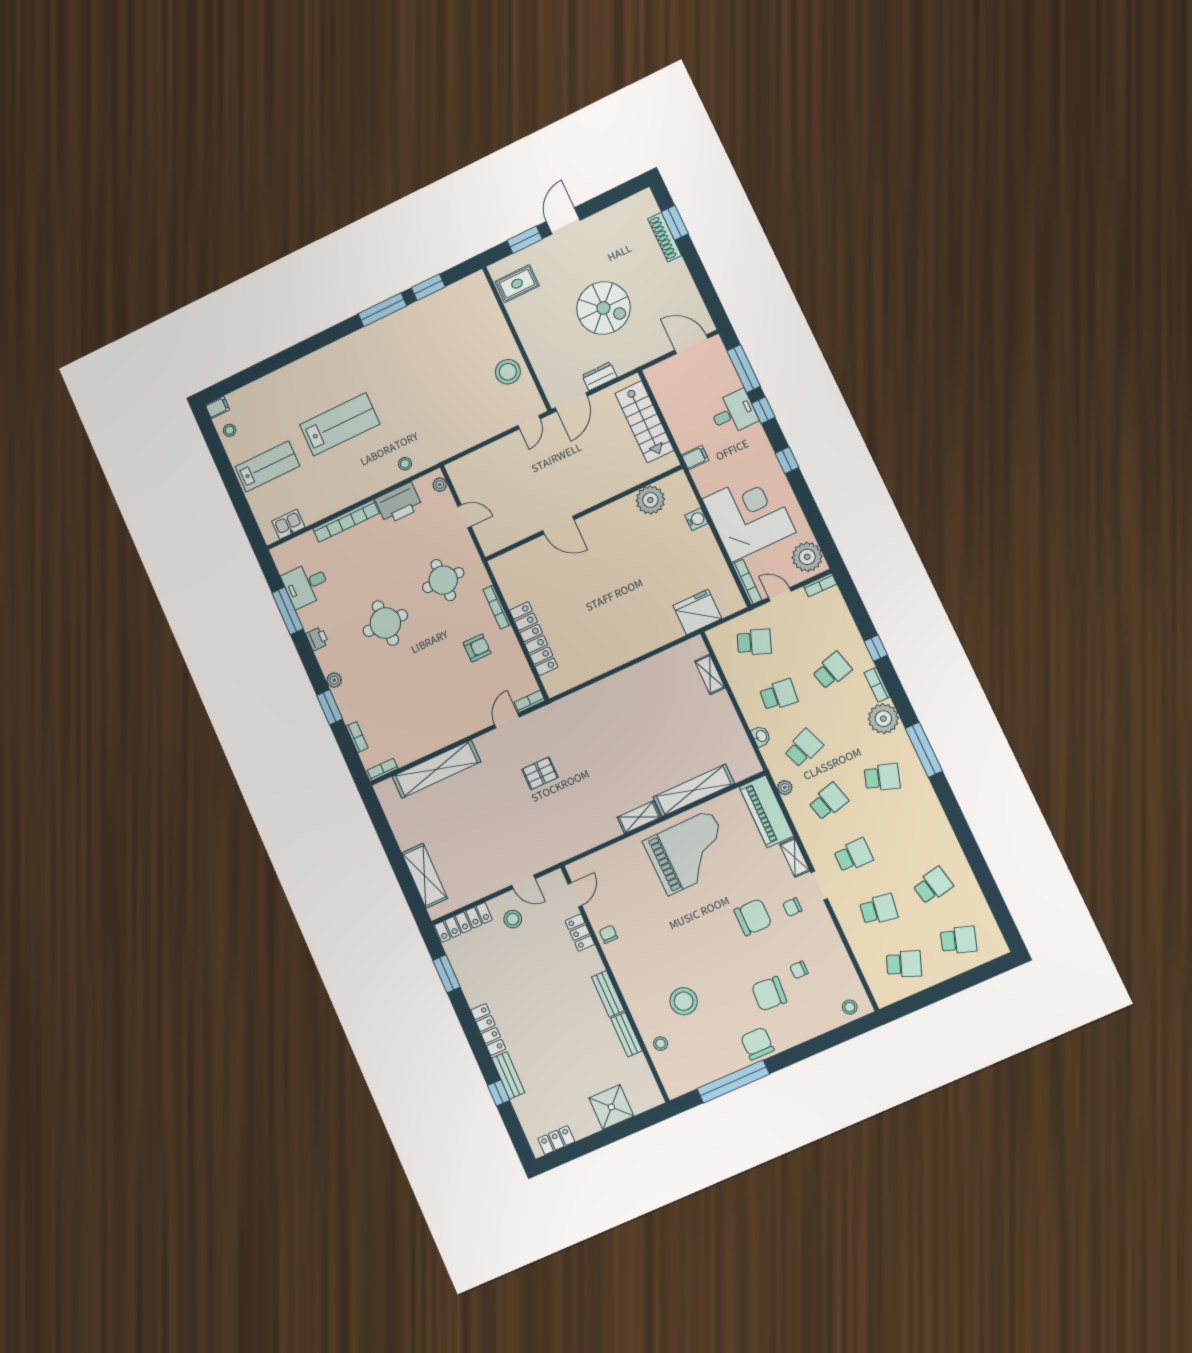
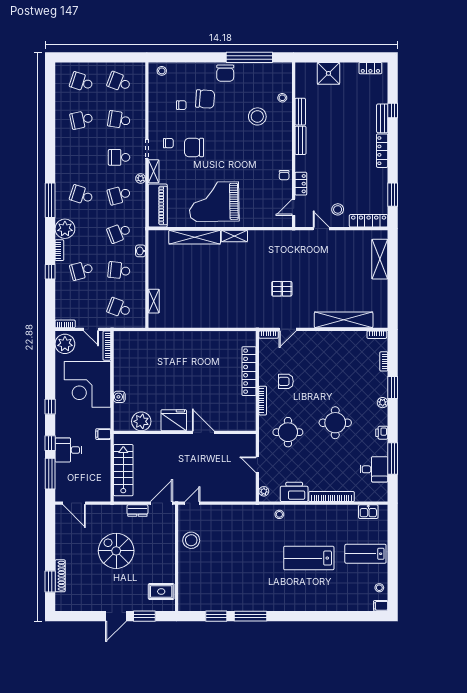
fridge: (697, 612) -> (174, 420), moved, turned 180
plant: (785, 788) -> (141, 179), moved

